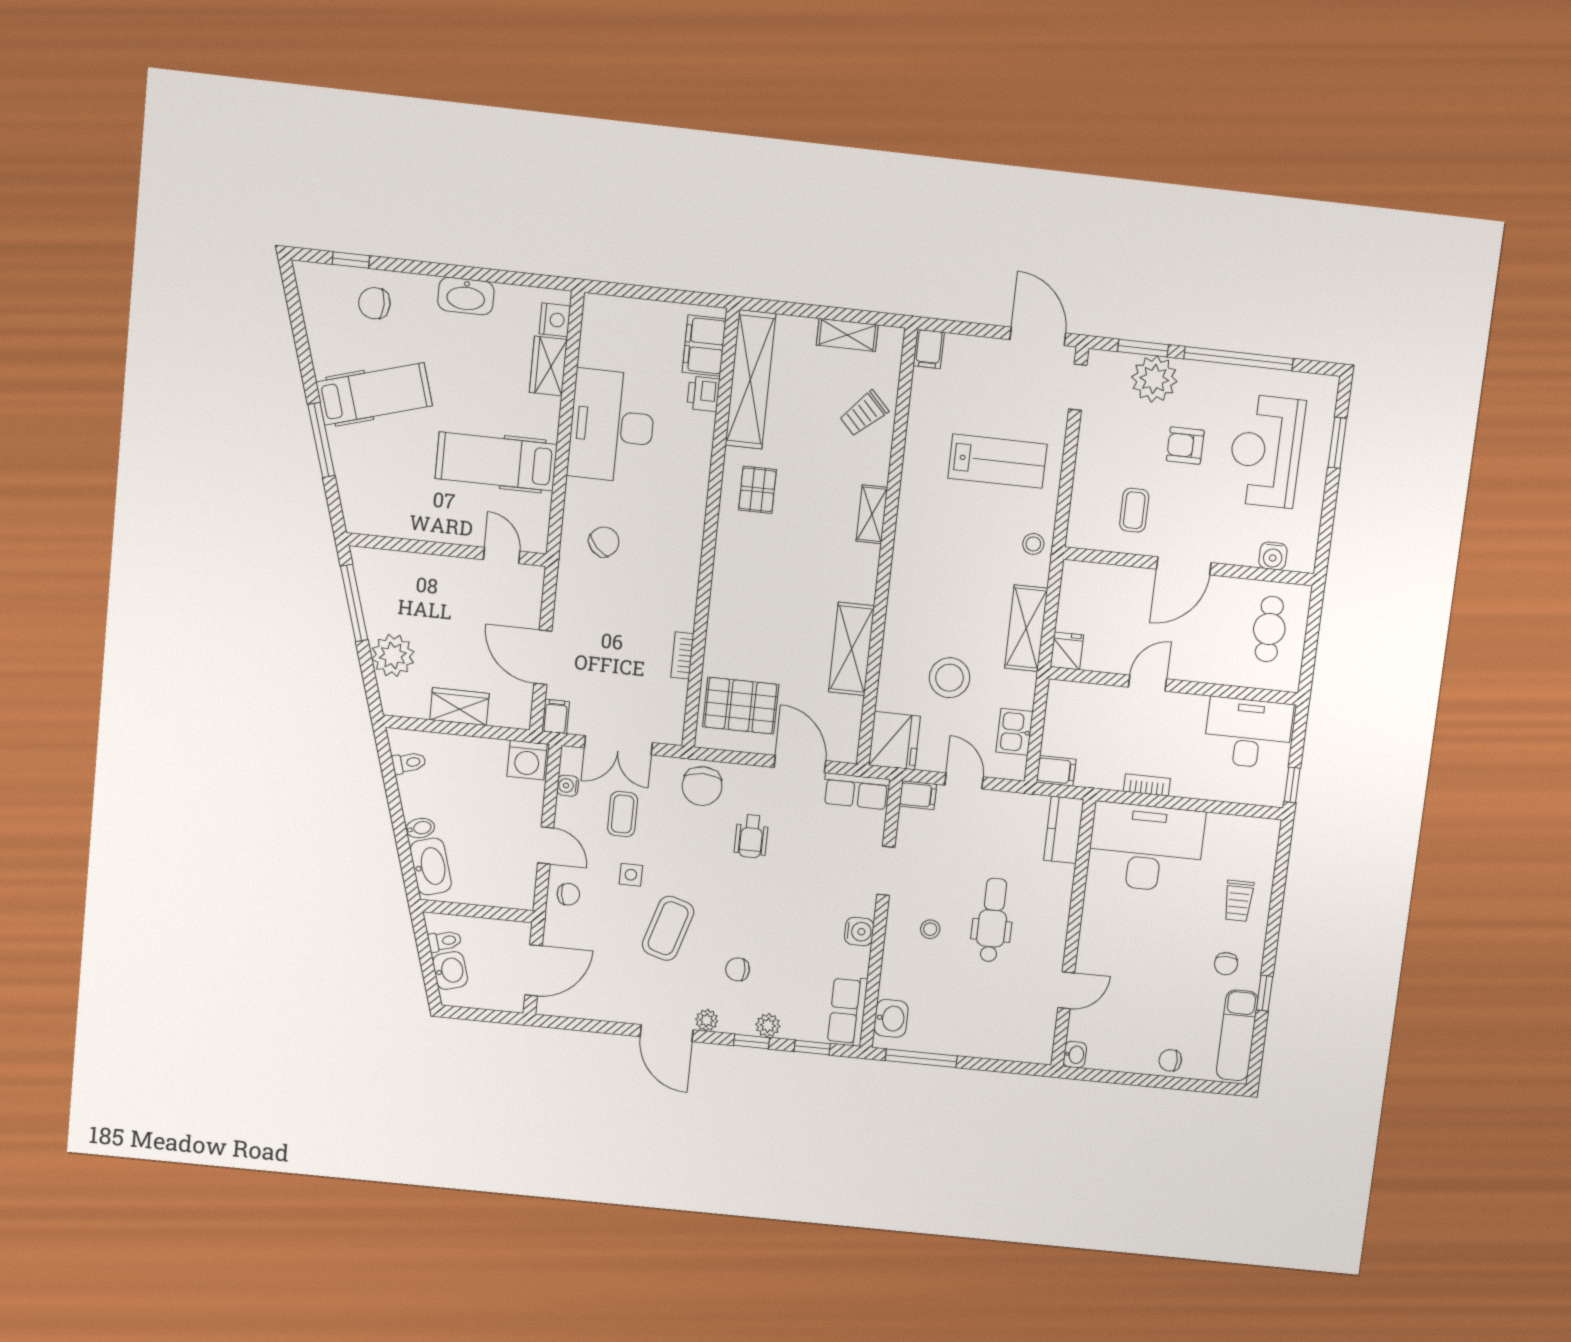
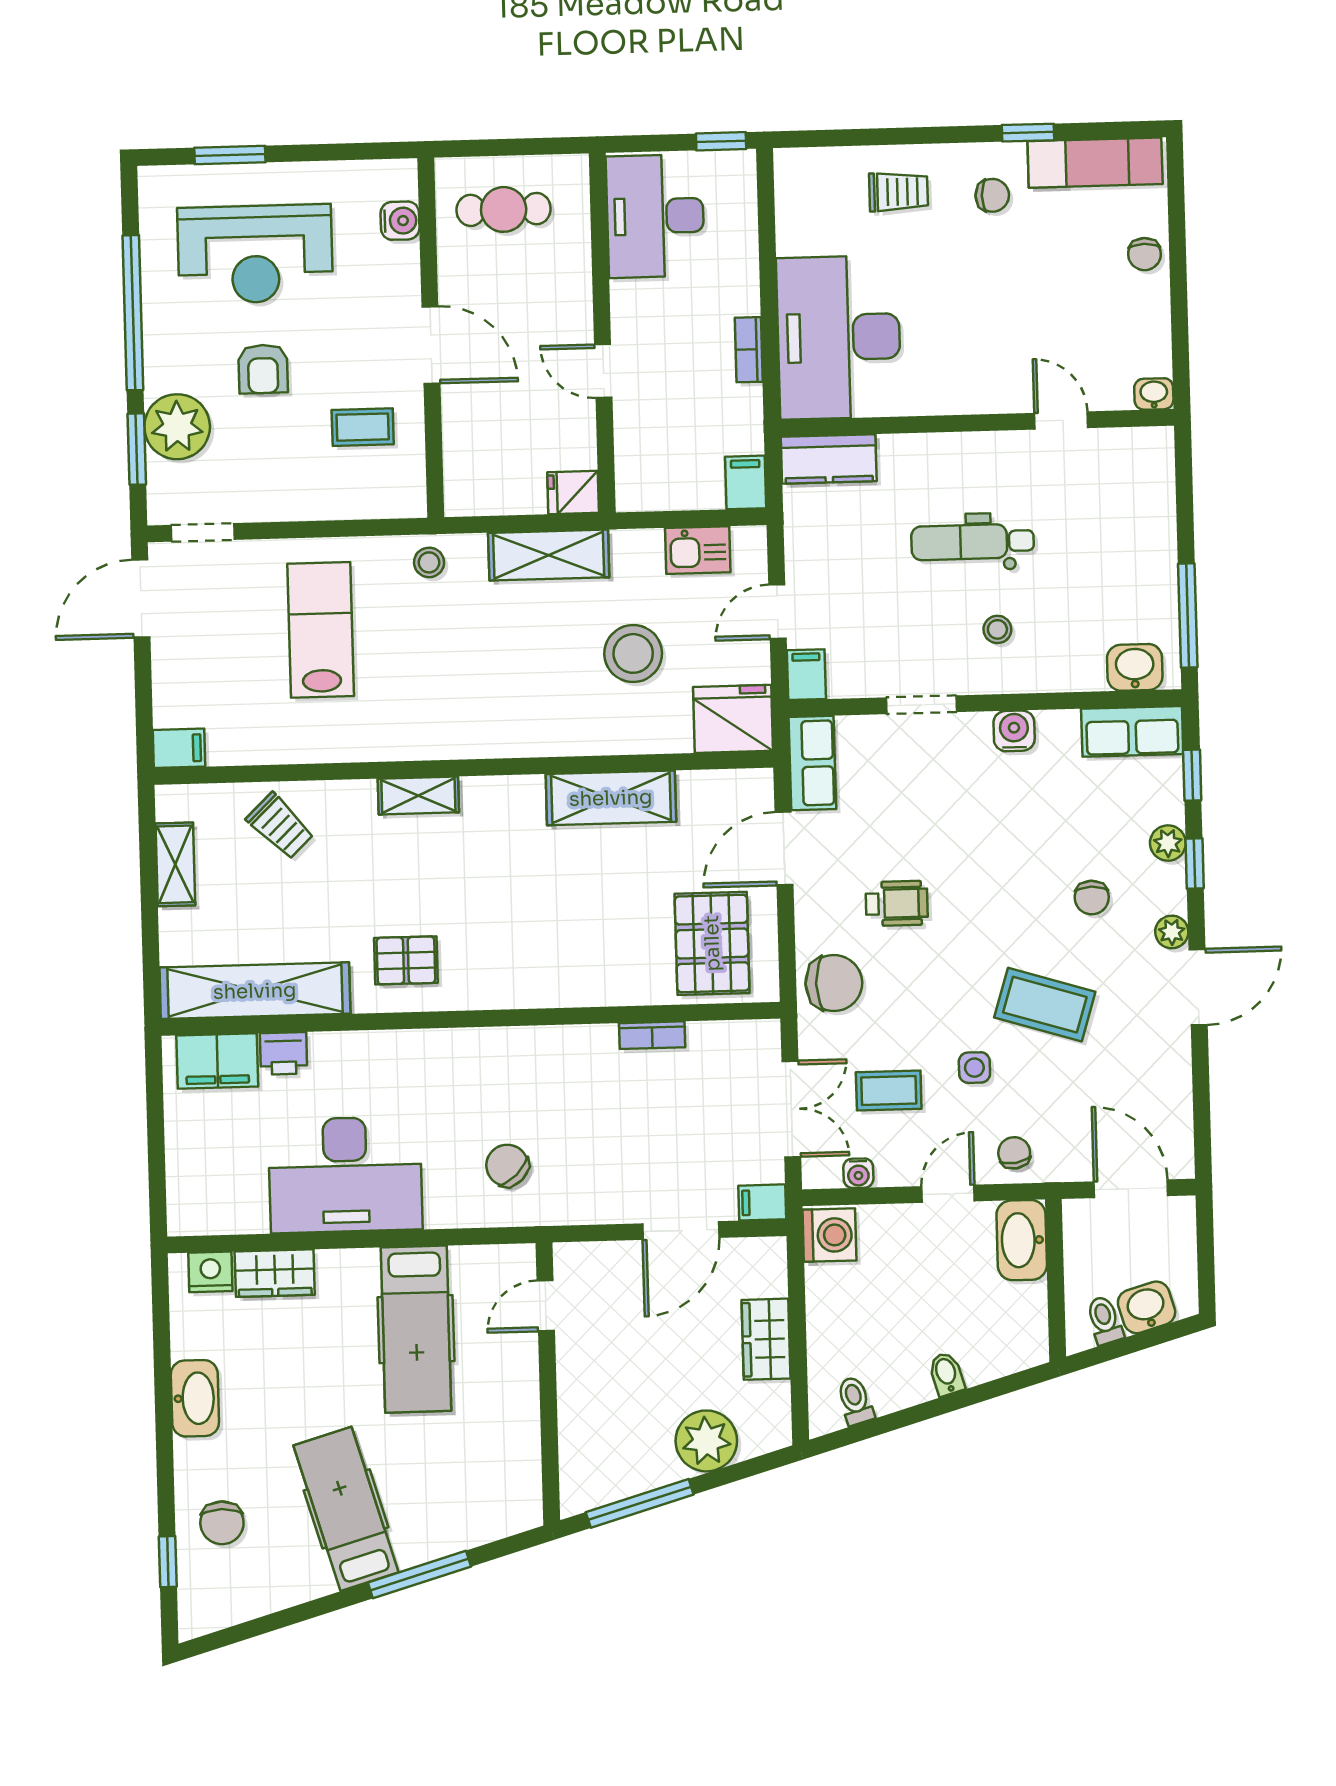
washbasin: (431, 866) -> (1022, 1240), moved, turned -74

